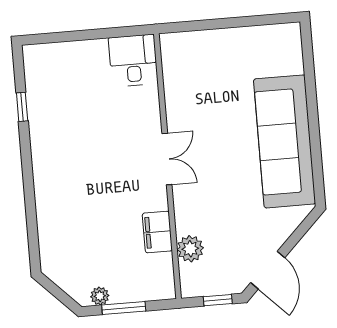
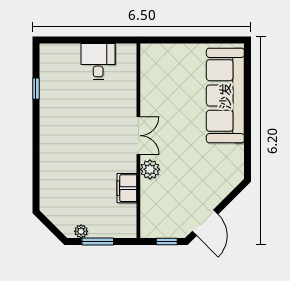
desk: (133, 60) -> (98, 62), moved
sofa: (285, 141) -> (225, 96), moved
plant: (190, 249) -> (150, 169), moved

